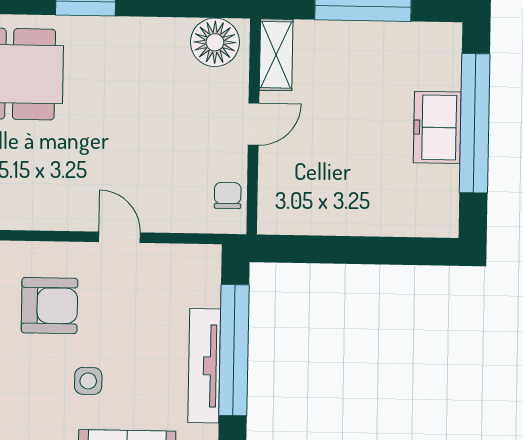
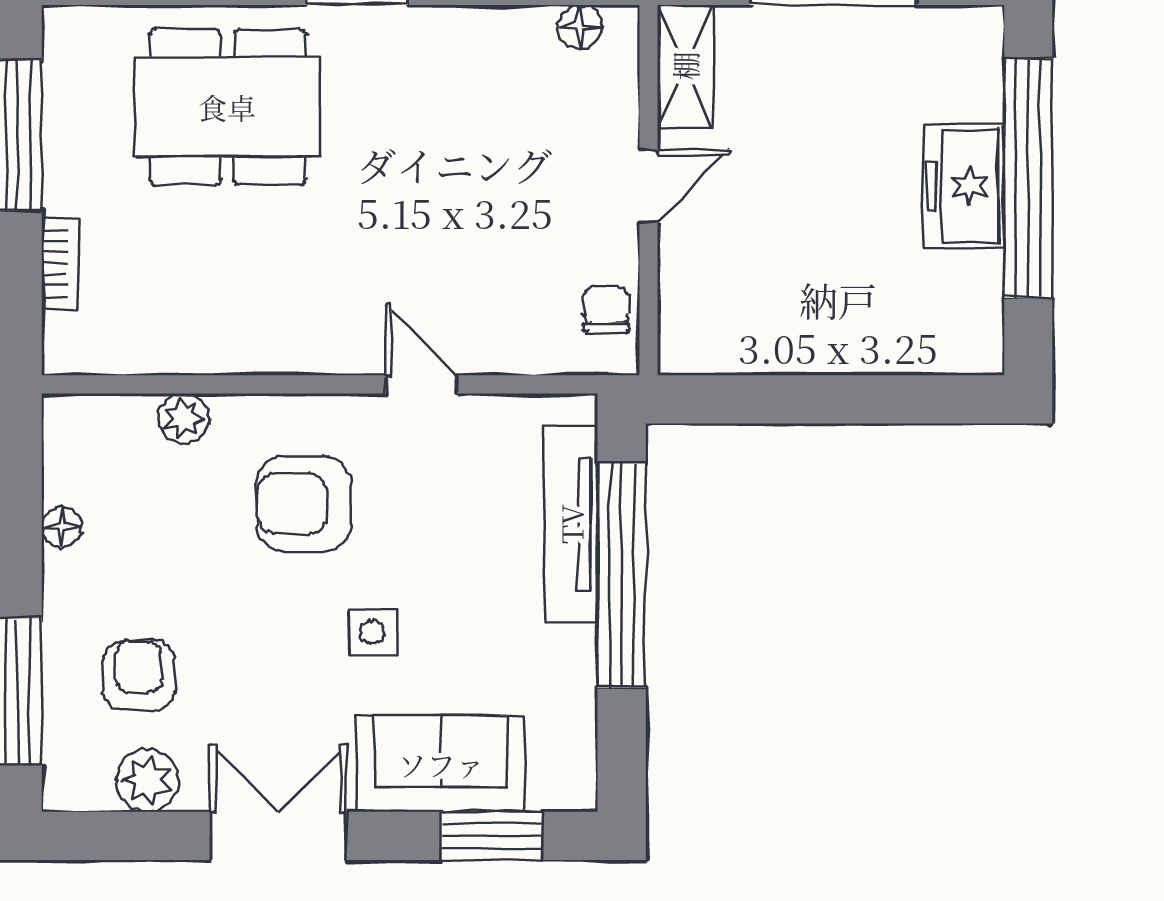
floor lamp: (215, 42) -> (580, 27), width x0.53, depth x0.53
armchair: (50, 306) -> (303, 504), turned 180
tv unit: (204, 366) -> (571, 524), moved

